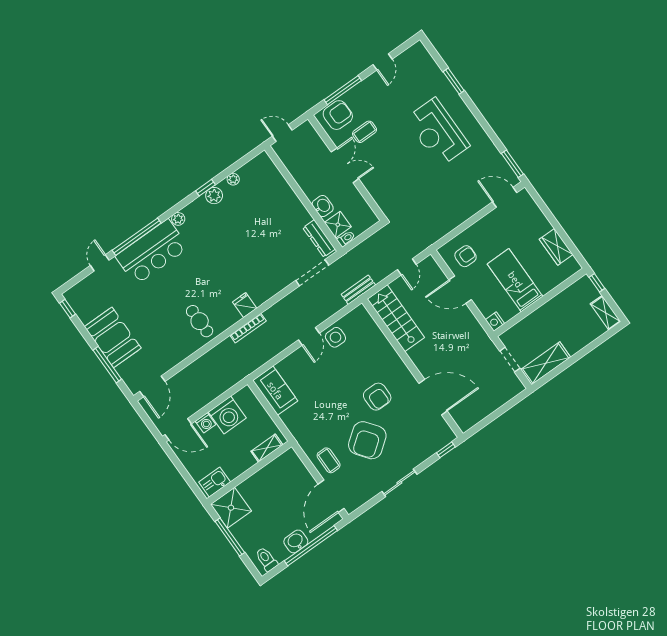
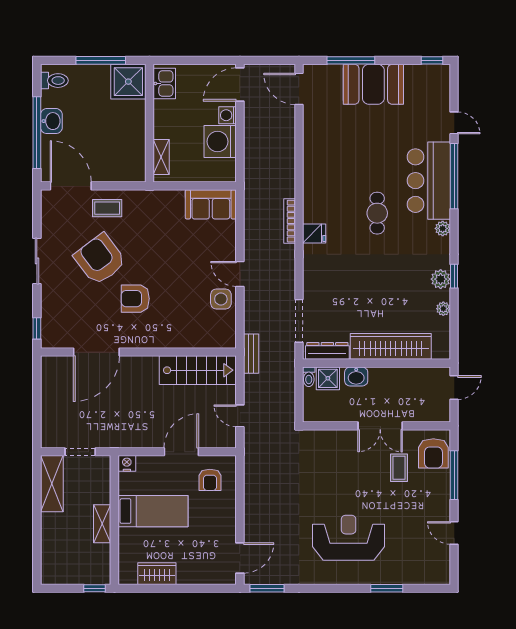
wardrobe: (285, 197) -> (391, 346), added
shelving: (605, 313) -> (102, 524), moved, turned 90
cafe table: (200, 321) -> (377, 213), moved, turned 90

